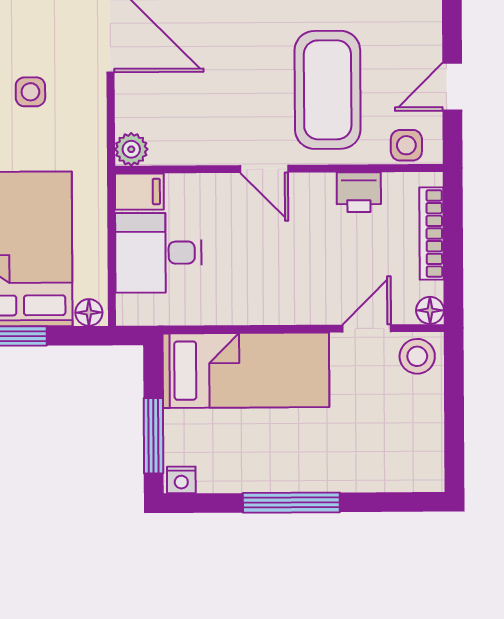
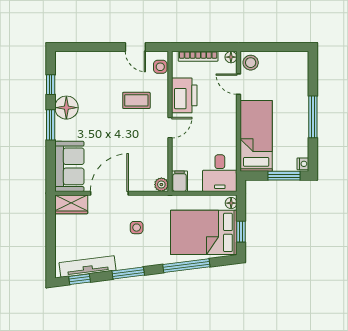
coffee table: (328, 90) -> (136, 100), width x0.54, depth x0.58
printer: (359, 192) -> (184, 95), width x1.87, depth x1.48
desk: (158, 253) -> (220, 173), moved

